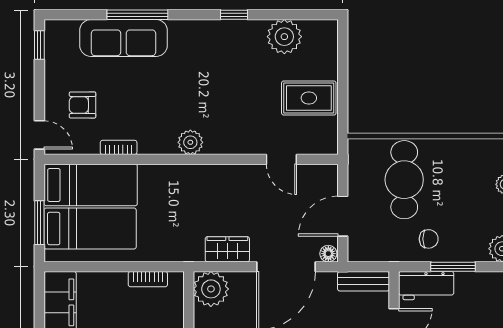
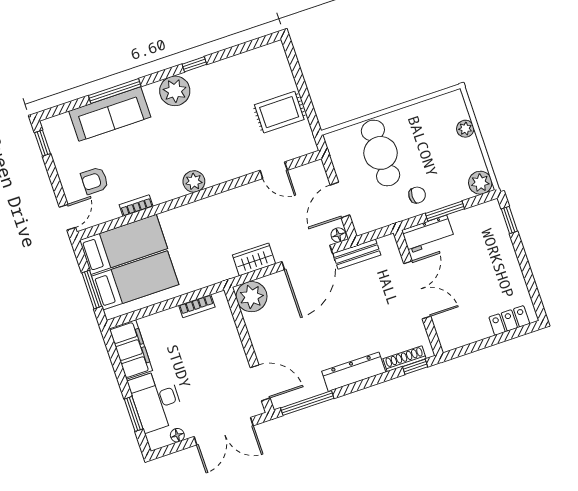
plant: (284, 37) -> (175, 91), moved
door: (39, 135) -> (67, 217), hinge flipped
bench: (364, 281) -> (357, 254), moved

